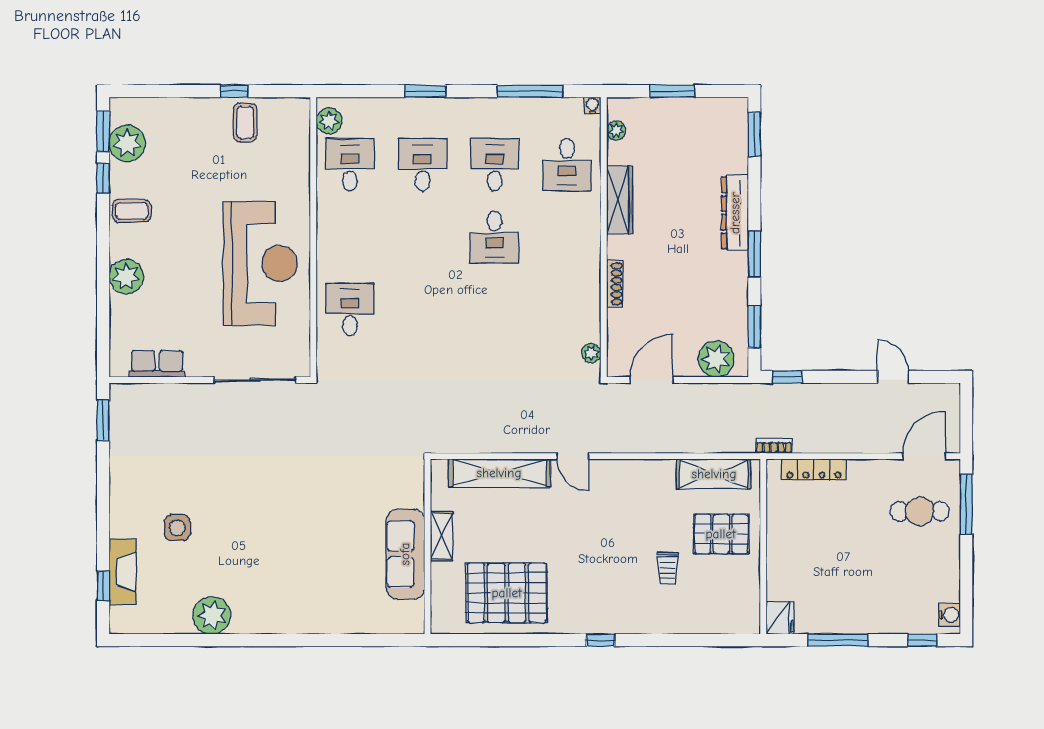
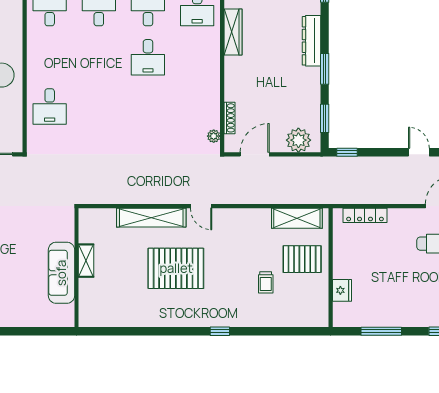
shoe rack: (615, 284) -> (229, 118), moved
desk: (350, 309) -> (50, 106), turned 180
bookcase: (774, 446) -> (338, 199), removed
shelving: (441, 536) -> (86, 261), moved
wall: (428, 547) -> (76, 268), moved
sofa: (405, 554) -> (61, 273), moved
pallet: (507, 593) -> (176, 268), moved
fridge: (780, 618) -> (342, 290), moved

